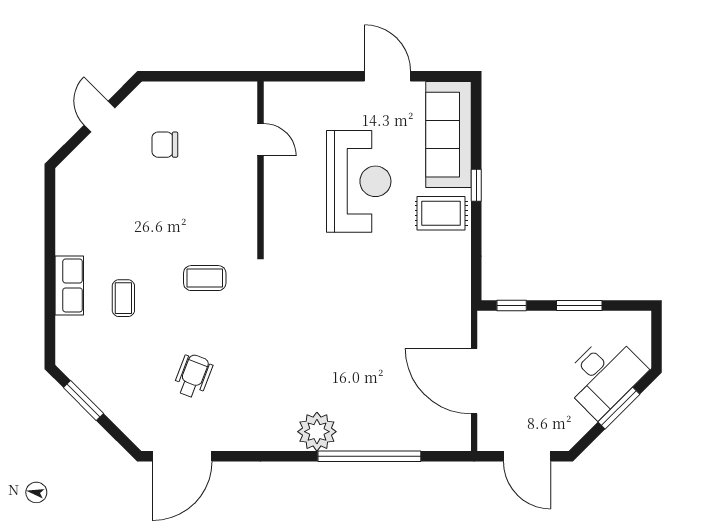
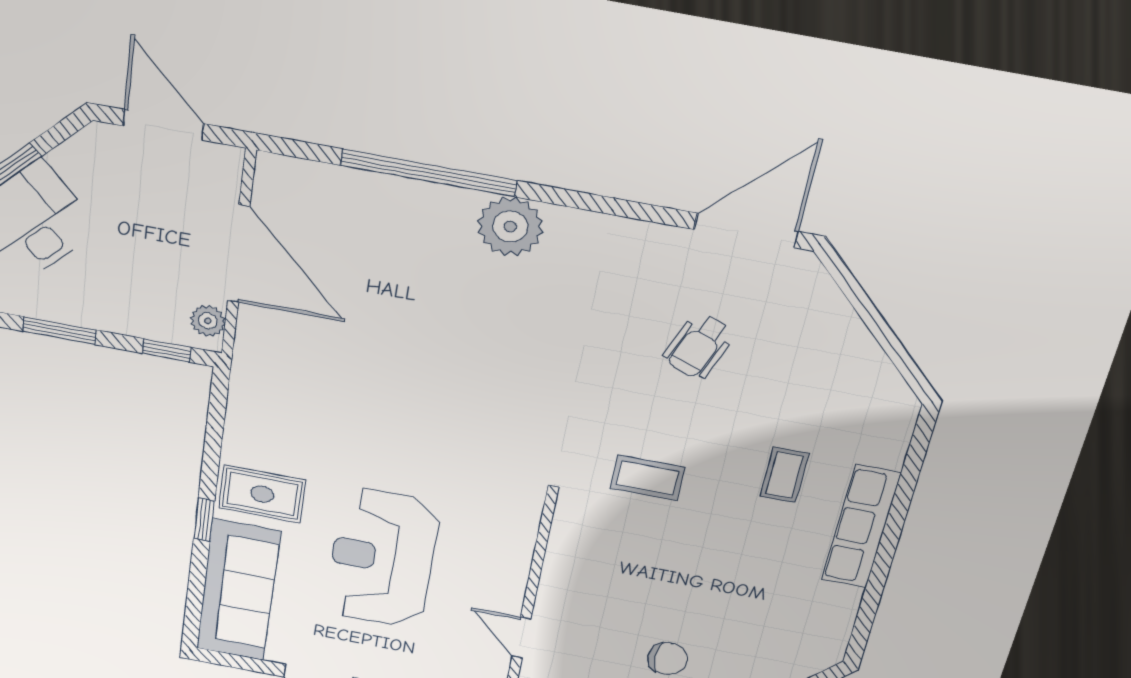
row of seats: (69, 285) -> (861, 527), width x1.48
plant: (488, 332) -> (208, 321), added
window: (83, 400) -> (891, 344), removed

